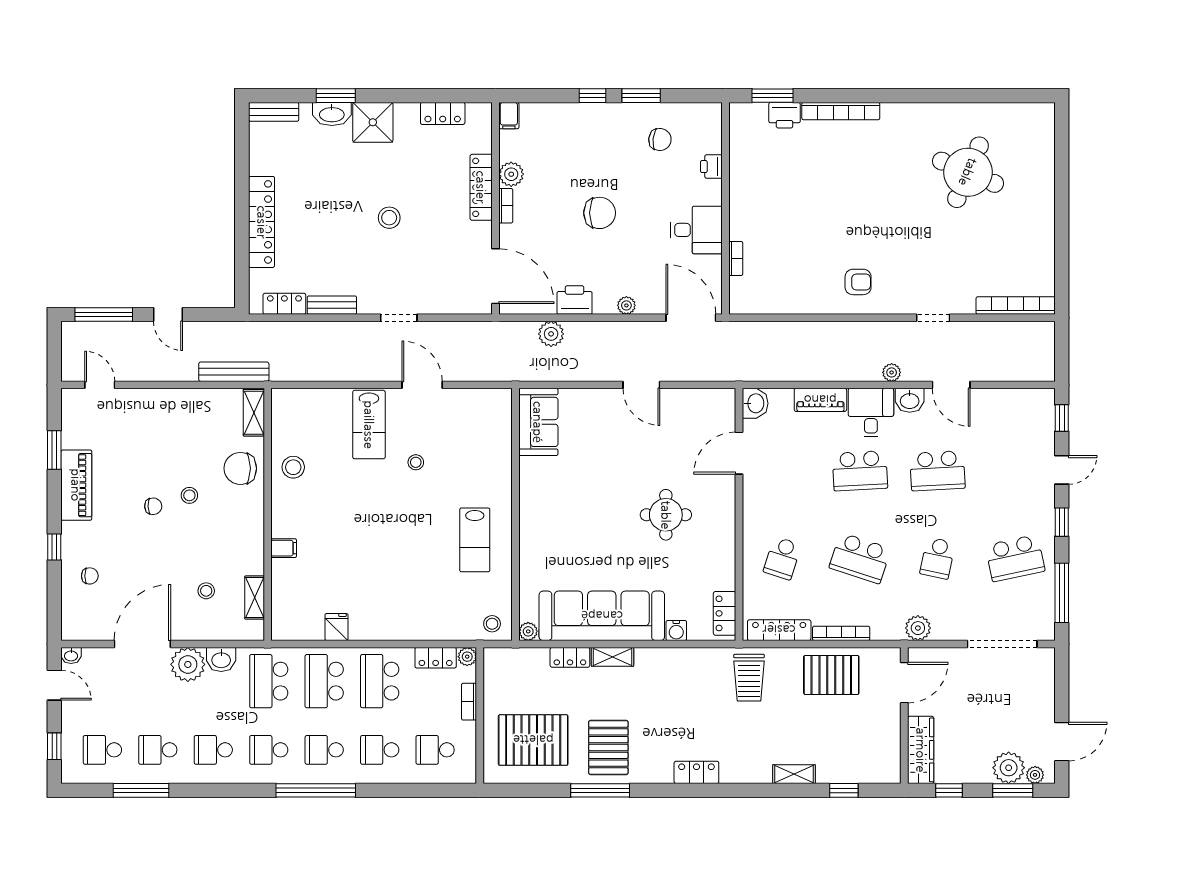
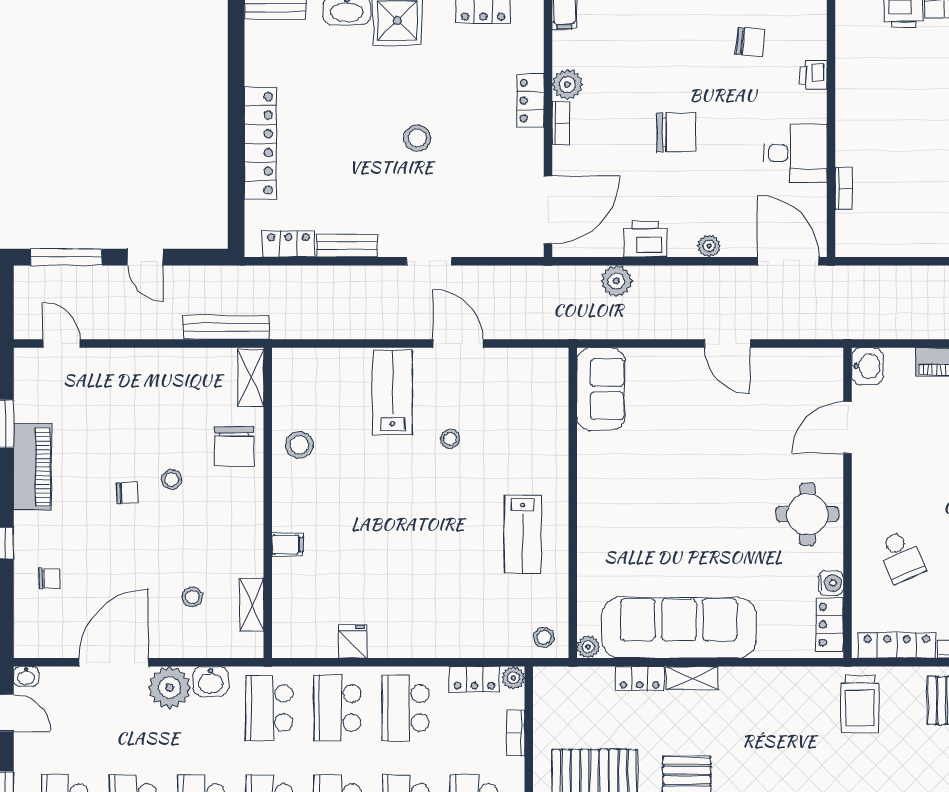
locker: (481, 187) -> (530, 101), width x0.66
door: (495, 276) -> (548, 210), hinge flipped
lab bench: (369, 425) -> (392, 392), turned 180
chair: (240, 468) -> (234, 446), turned -90
round table: (666, 515) -> (807, 514), moved
school desk: (782, 558) -> (901, 557), turned -42
water cooler: (676, 631) -> (831, 583), moved, turned -90

